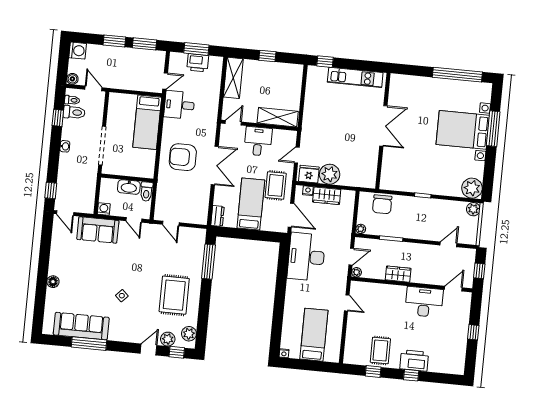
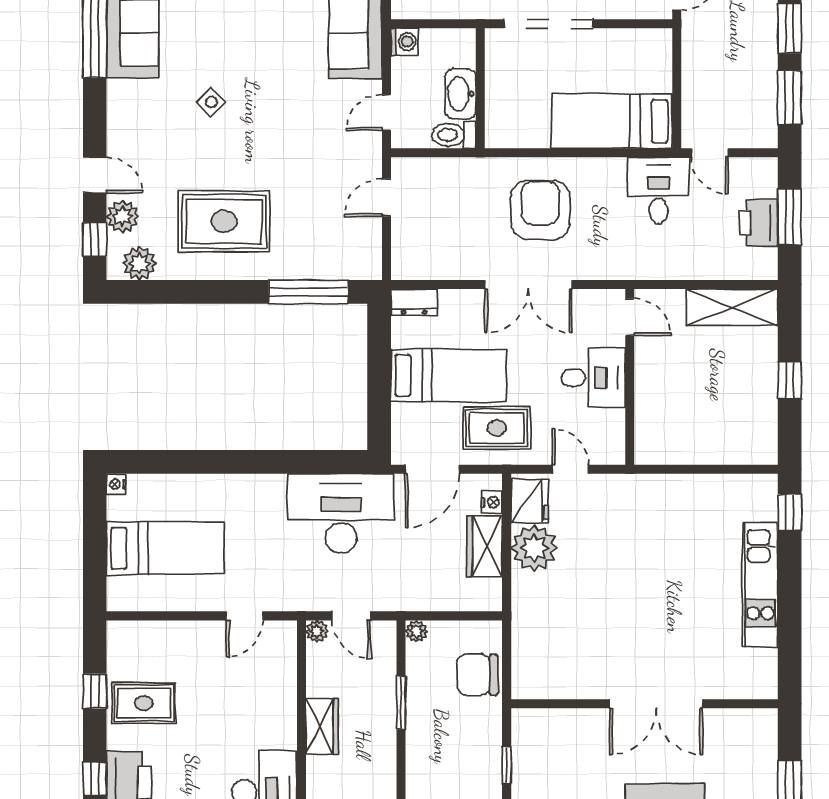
shelving: (278, 117) -> (652, 417), removed
double door: (383, 126) -> (656, 704), moved
wall: (383, 131) -> (644, 704), moved

